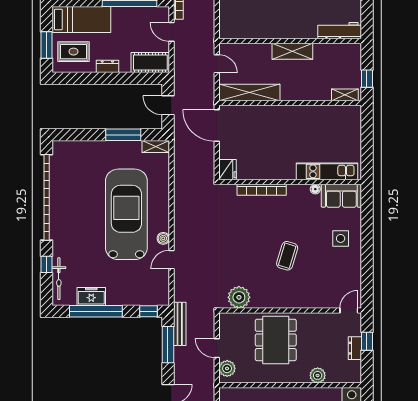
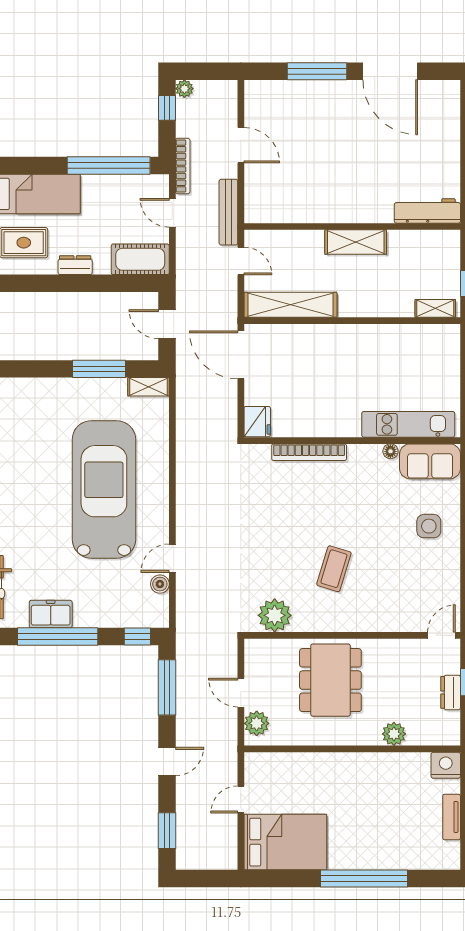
boiler: (163, 238) -> (160, 584), moved
coffee table: (287, 256) -> (334, 569), moved
bench: (180, 324) -> (228, 212), moved

